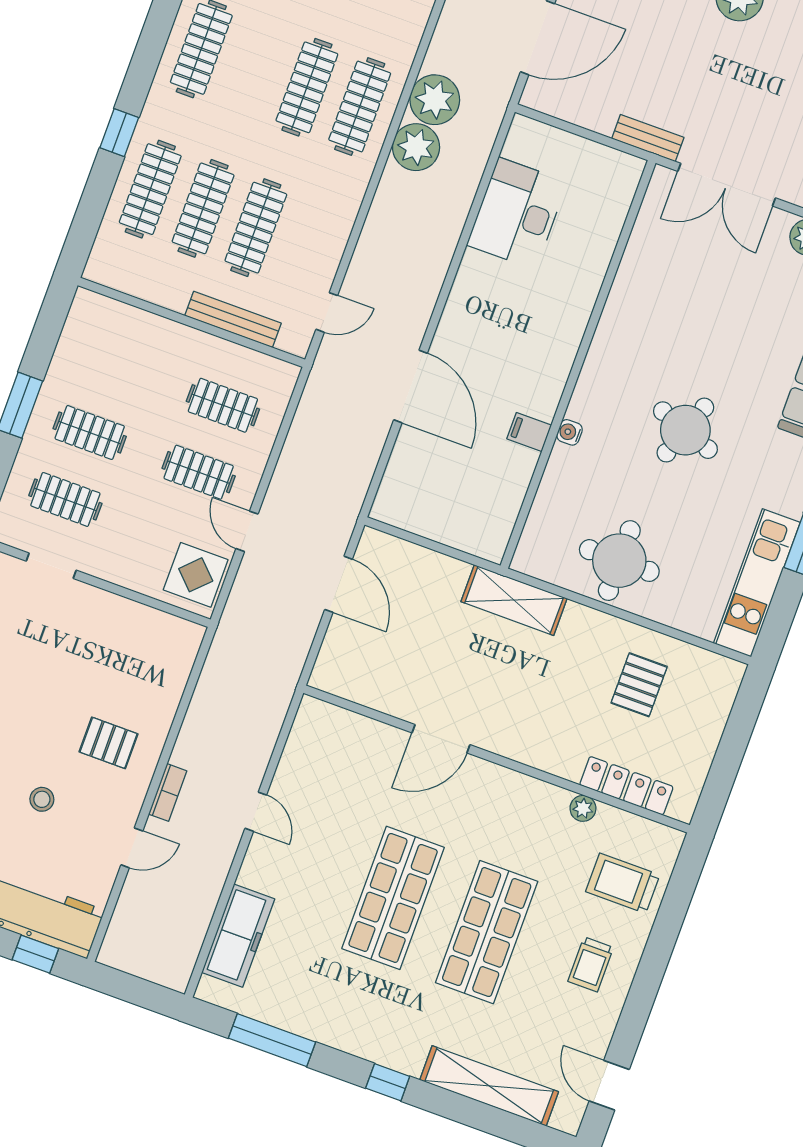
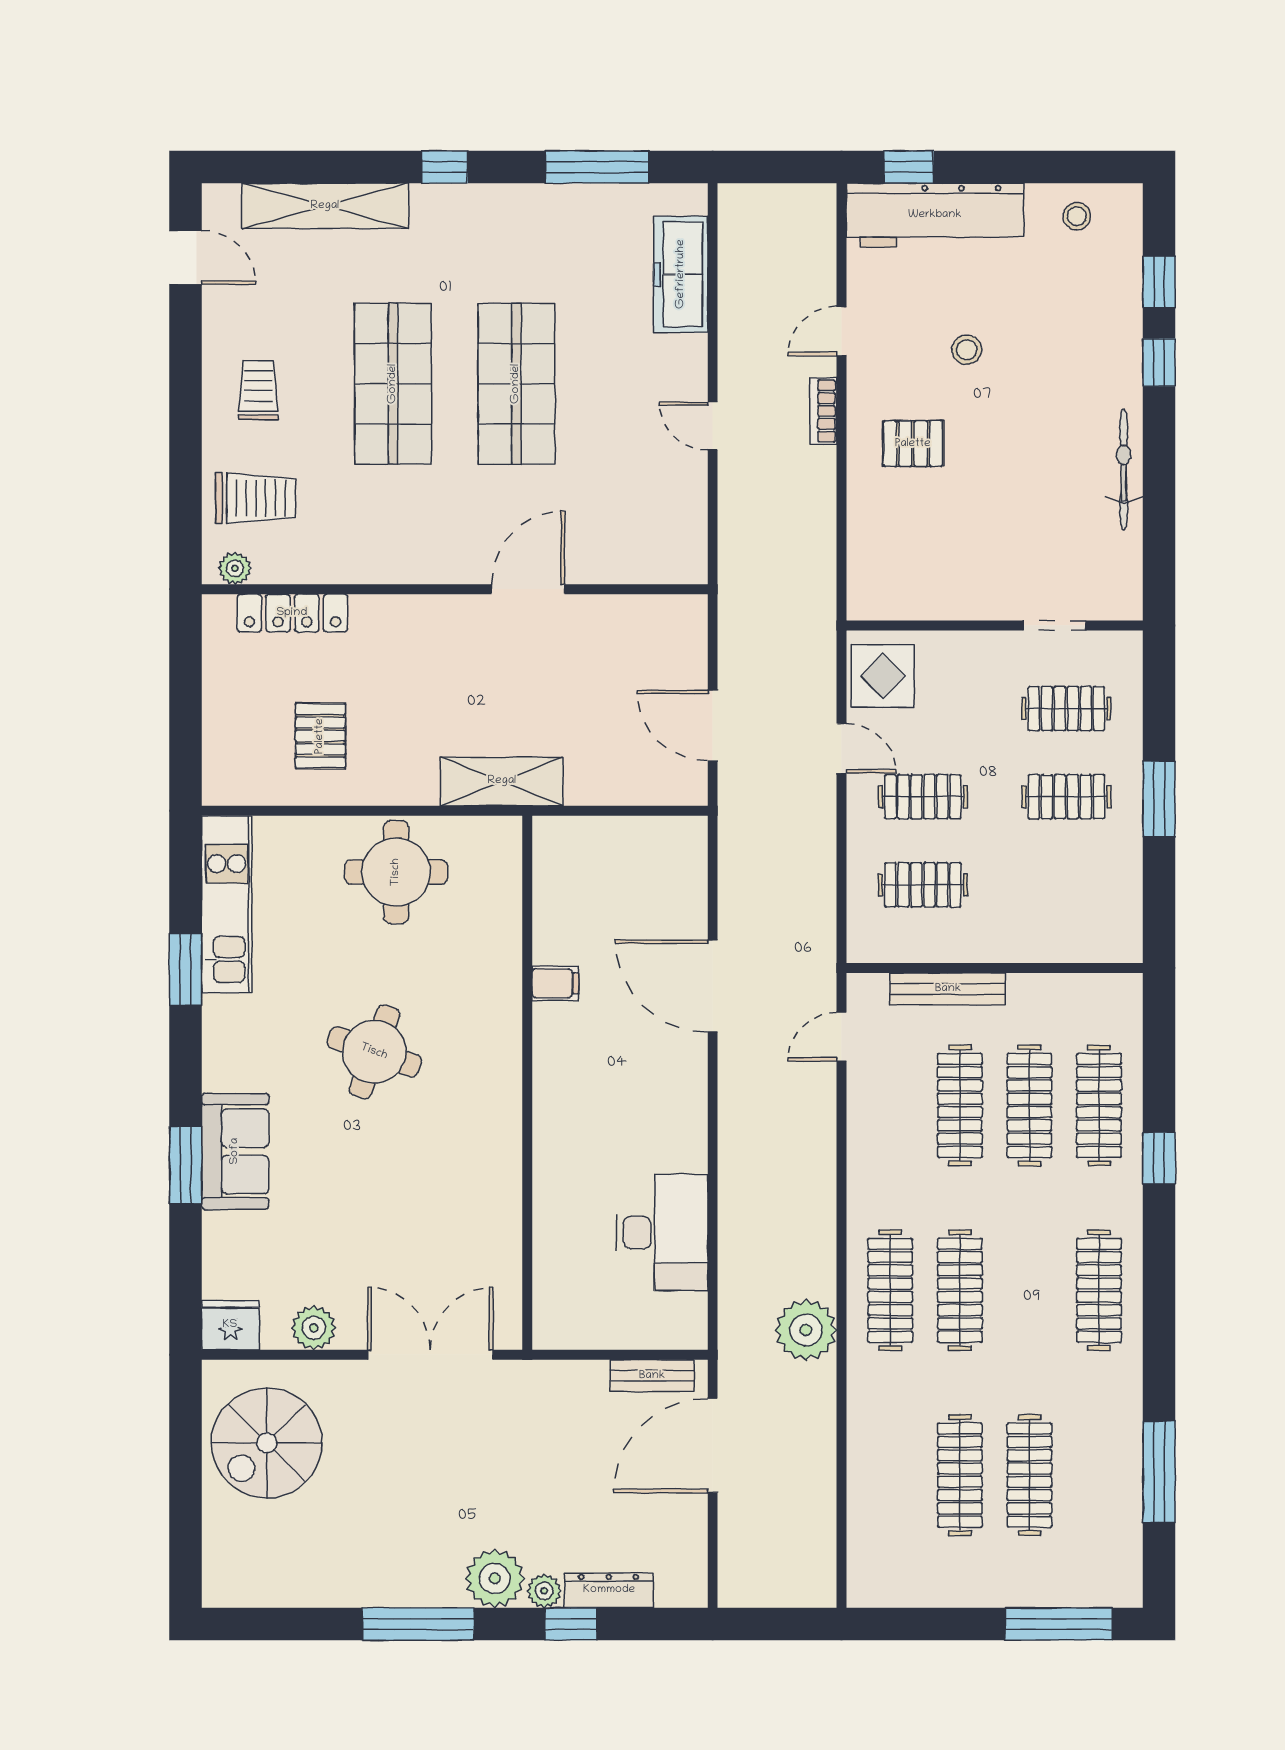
bench: (648, 138) -> (652, 1376), moved
plant: (416, 147) -> (808, 1267), removed
water cooler: (570, 432) -> (508, 1000), removed
plant: (583, 808) -> (235, 568), moved

